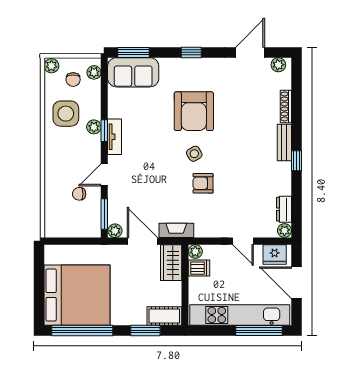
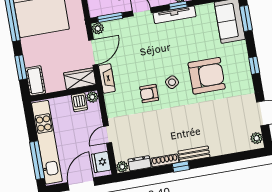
shoe rack: (286, 106) -> (165, 160), moved
armchair: (194, 111) -> (207, 76), turned 180
tv unit: (115, 137) -> (174, 15), width x1.41
armchair: (203, 183) -> (149, 94), turned -90

